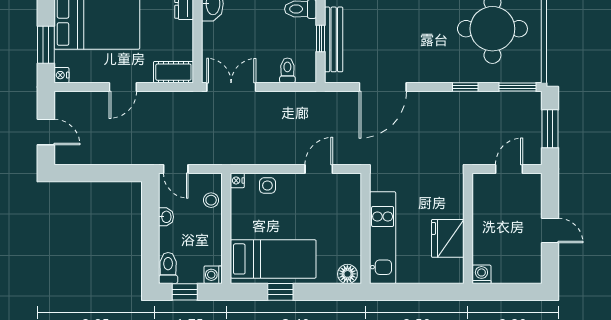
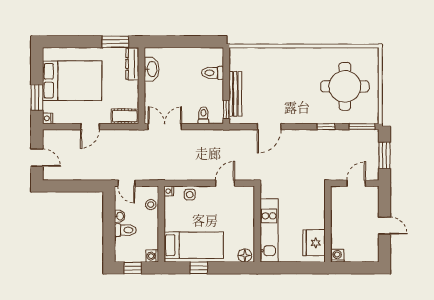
window: (320, 38) -> (226, 109), moved
door: (383, 87) -> (269, 127), width x0.73
fridge: (448, 238) -> (314, 243), moved
toilet: (168, 268) -> (125, 230), moved, turned 90

